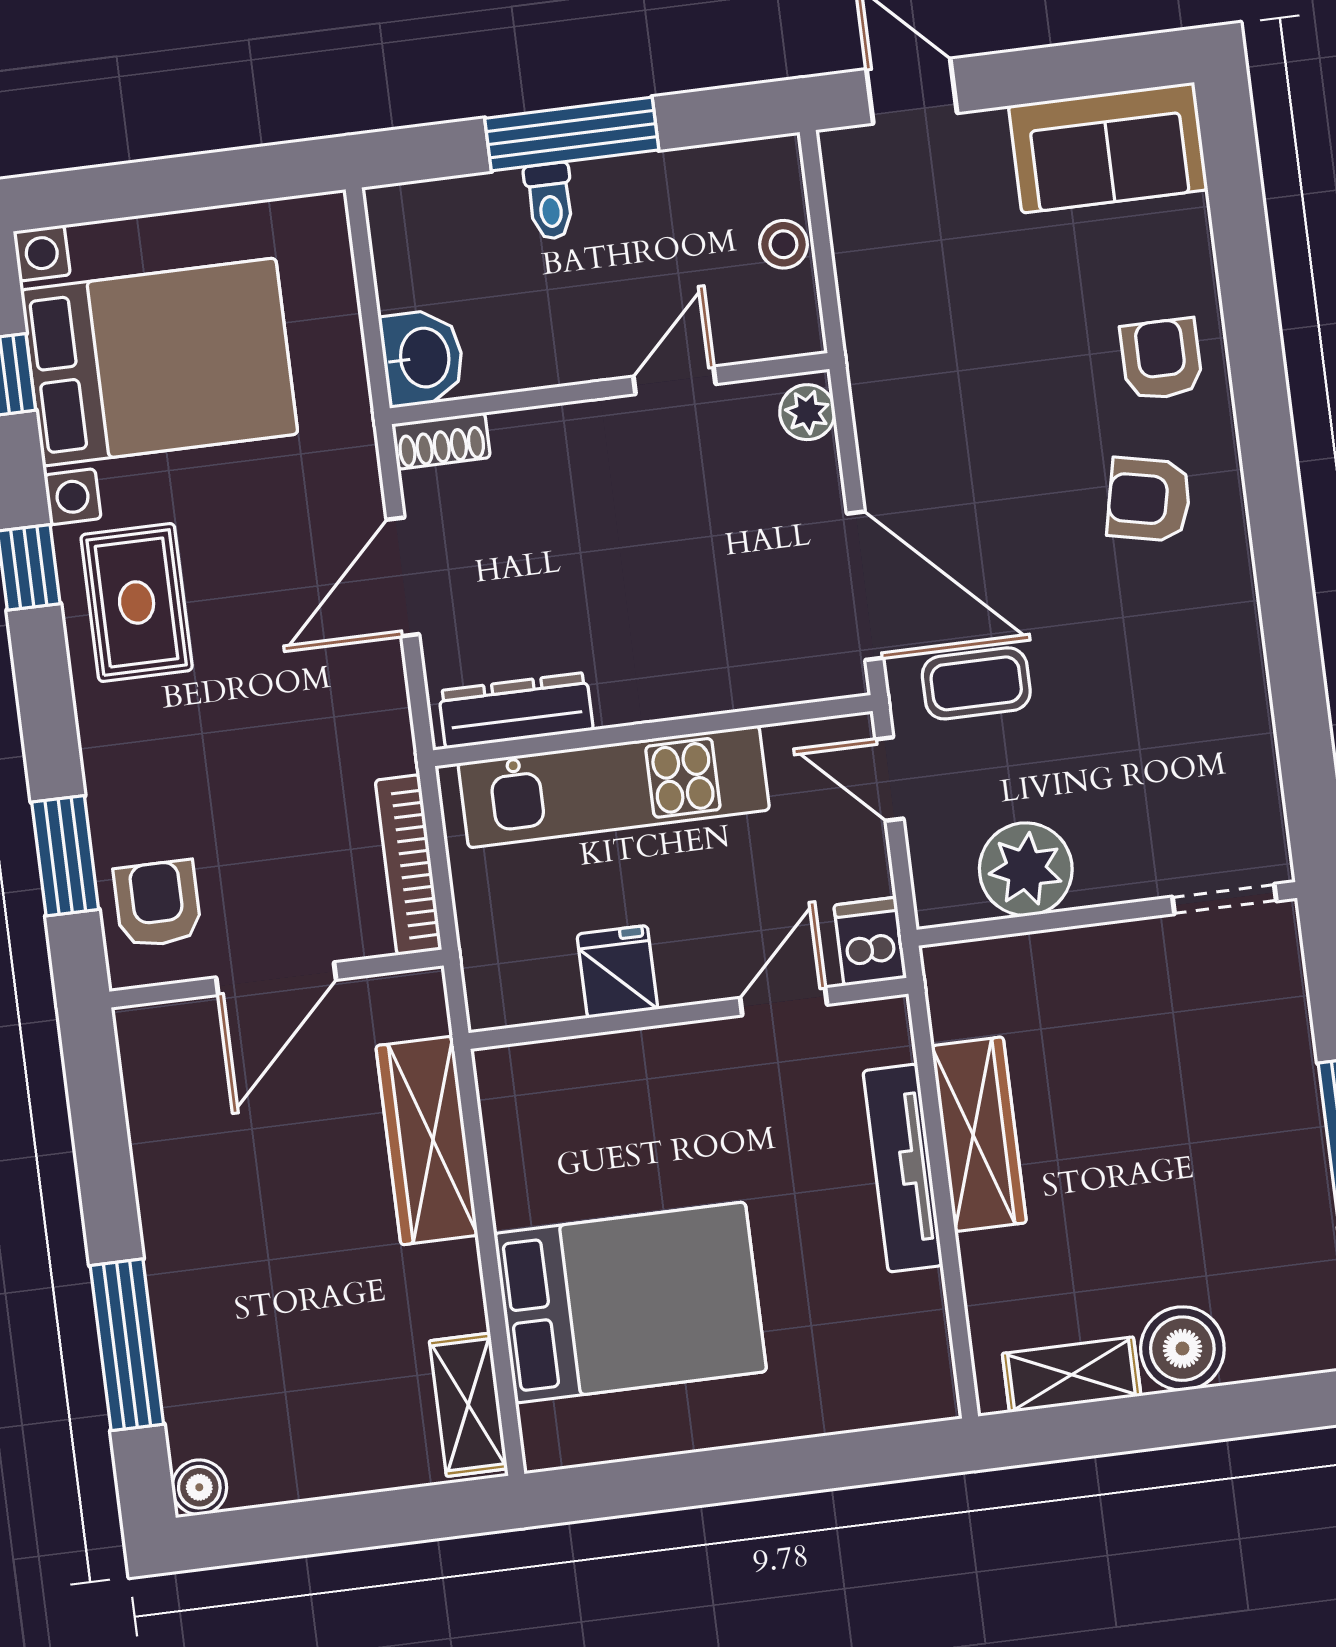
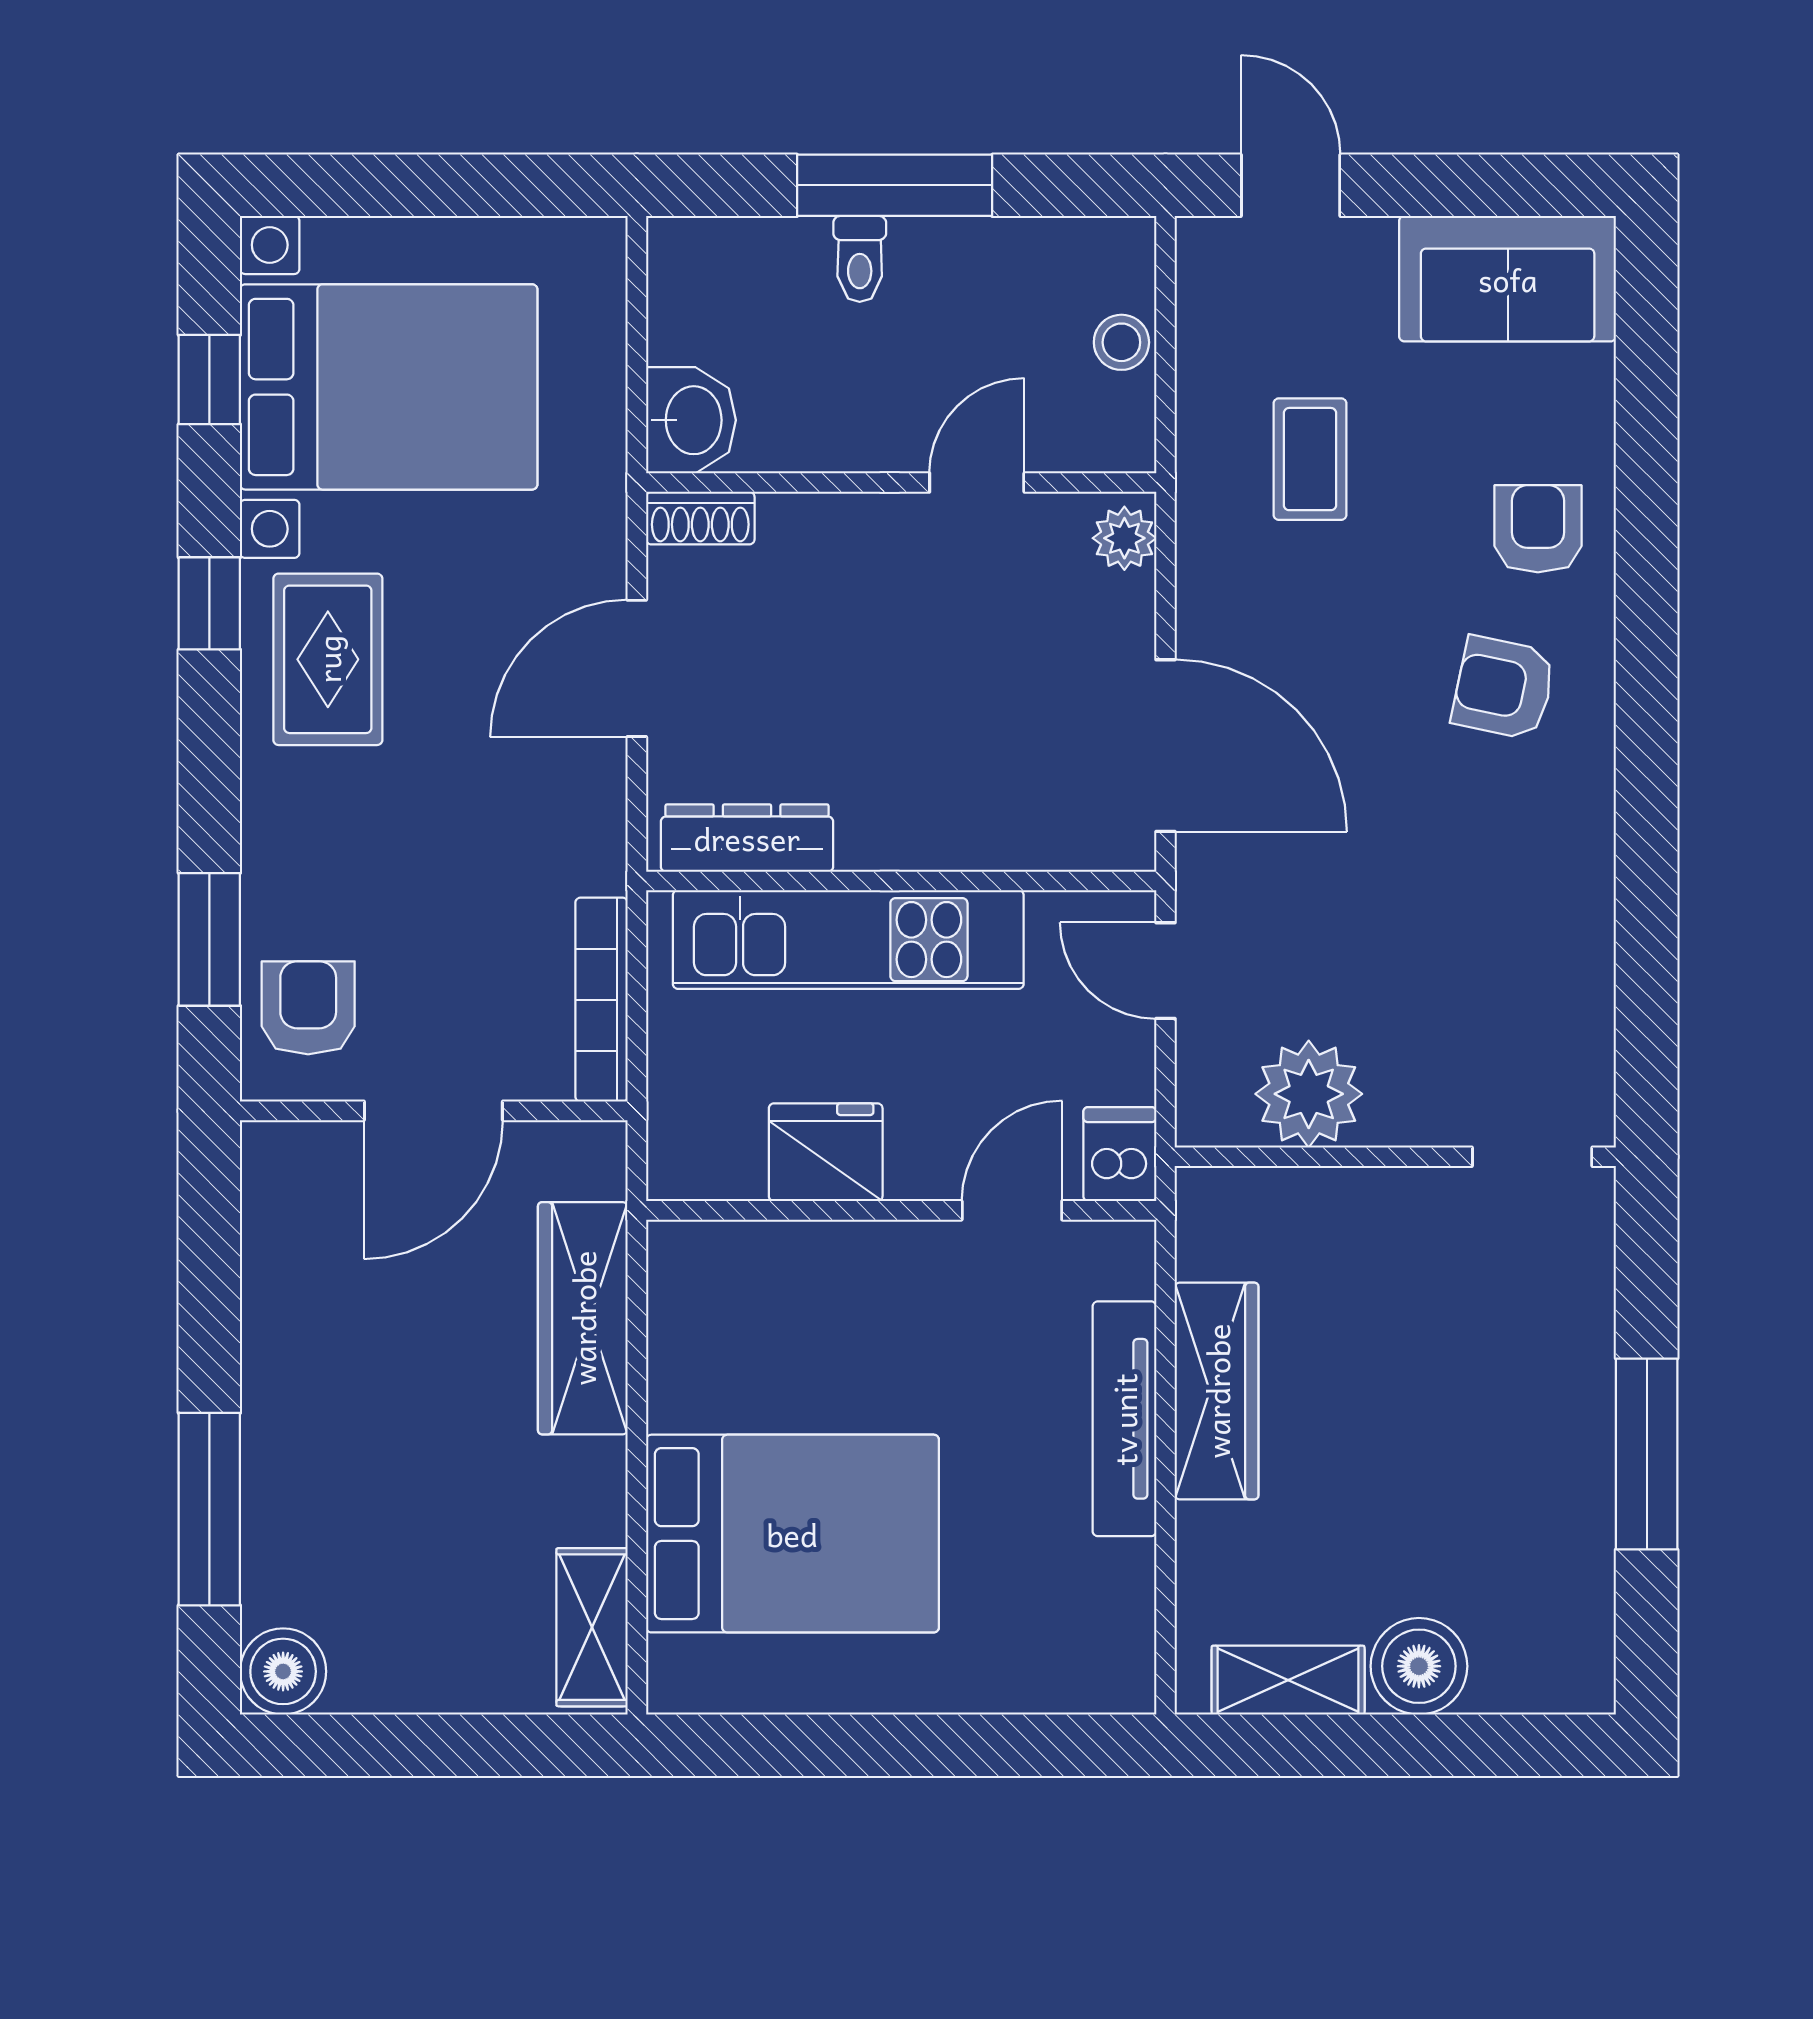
coffee table: (976, 683) -> (1310, 459), moved, turned 90
fridge: (617, 972) -> (826, 1152), width x1.38
boiler: (199, 1487) -> (283, 1671), width x1.36, depth x1.36

